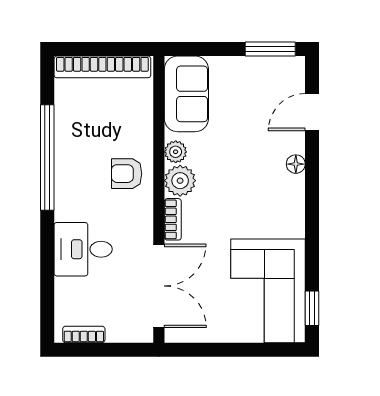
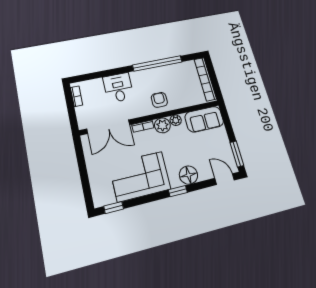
door: (312, 112) -> (225, 179), moved
floor lamp: (296, 164) -> (188, 175), width x1.89, depth x1.89
window: (312, 184) -> (178, 191), added
corner sofa: (268, 291) -> (140, 176), moved

